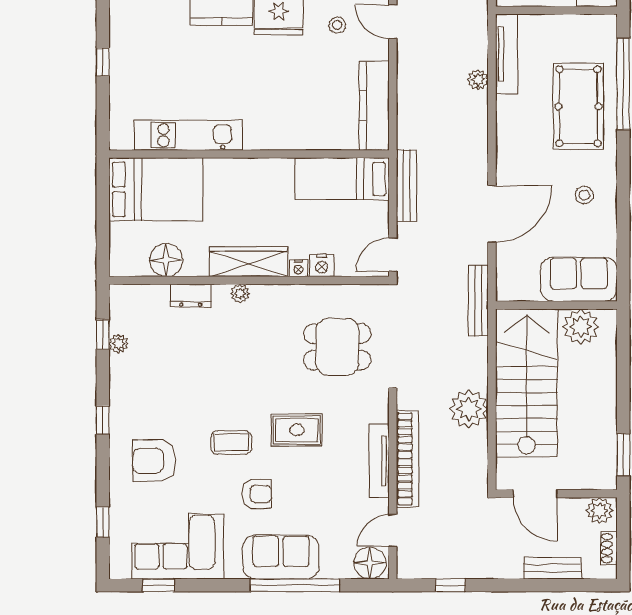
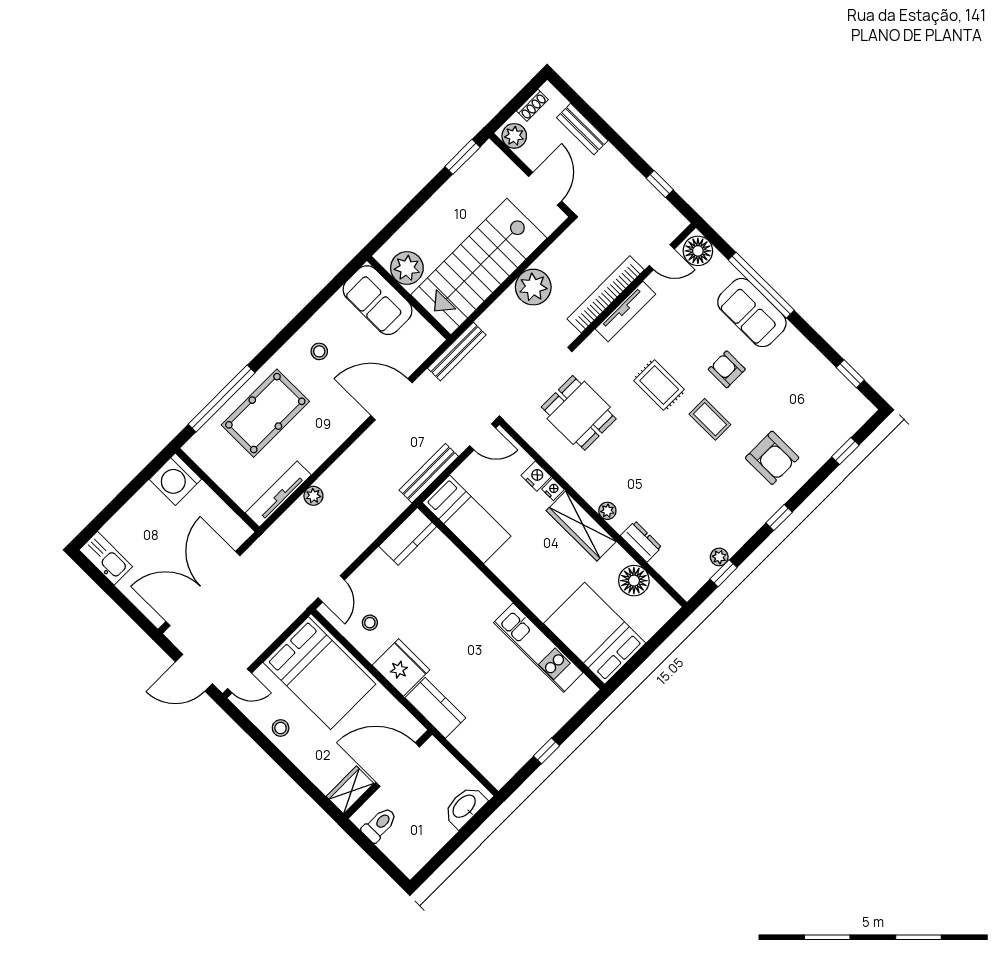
kitchen counter: (374, 106) -> (408, 536), width x0.67
corner sofa: (178, 546) -> (812, 386), removed

